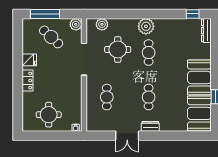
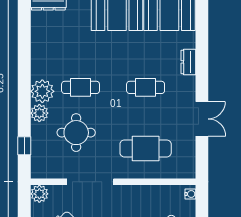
window: (193, 14) -> (24, 146), moved
plant: (102, 24) -> (39, 113), moved
cafe table: (107, 97) -> (146, 148), width x1.37, depth x1.35
dresser: (150, 126) -> (188, 62), moved

